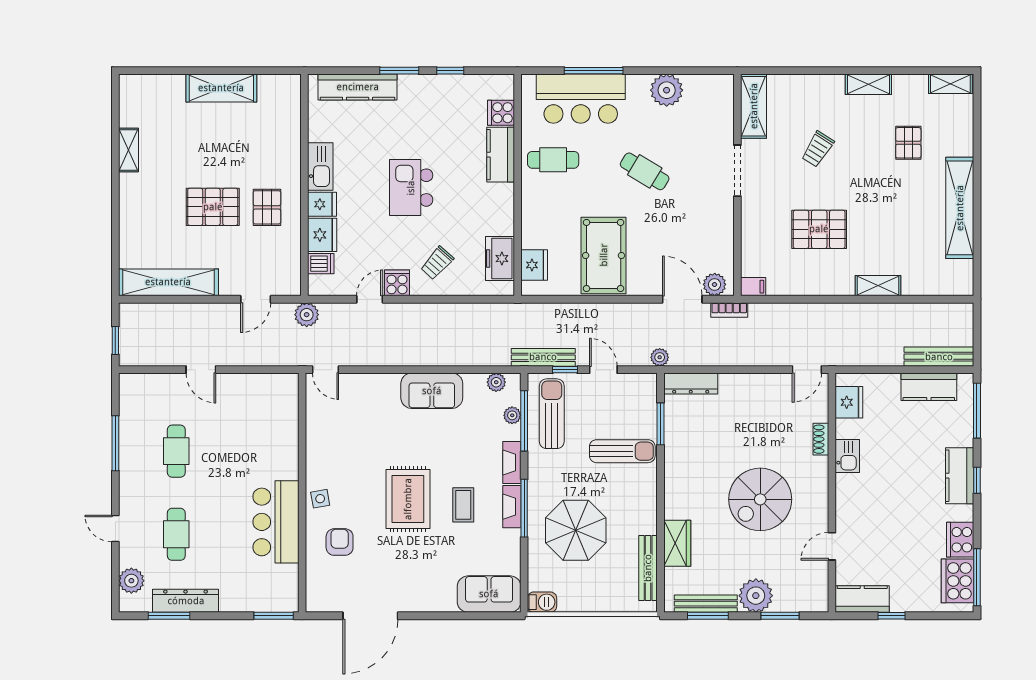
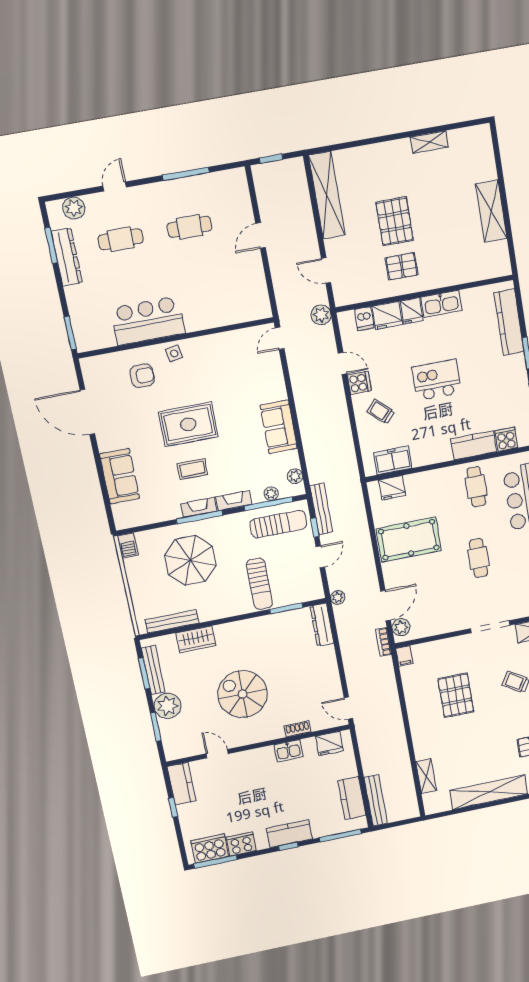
cafe table: (645, 171) -> (479, 558), turned -31
shelving: (878, 286) -> (426, 776), moved
sofa: (489, 594) -> (120, 476), moved

